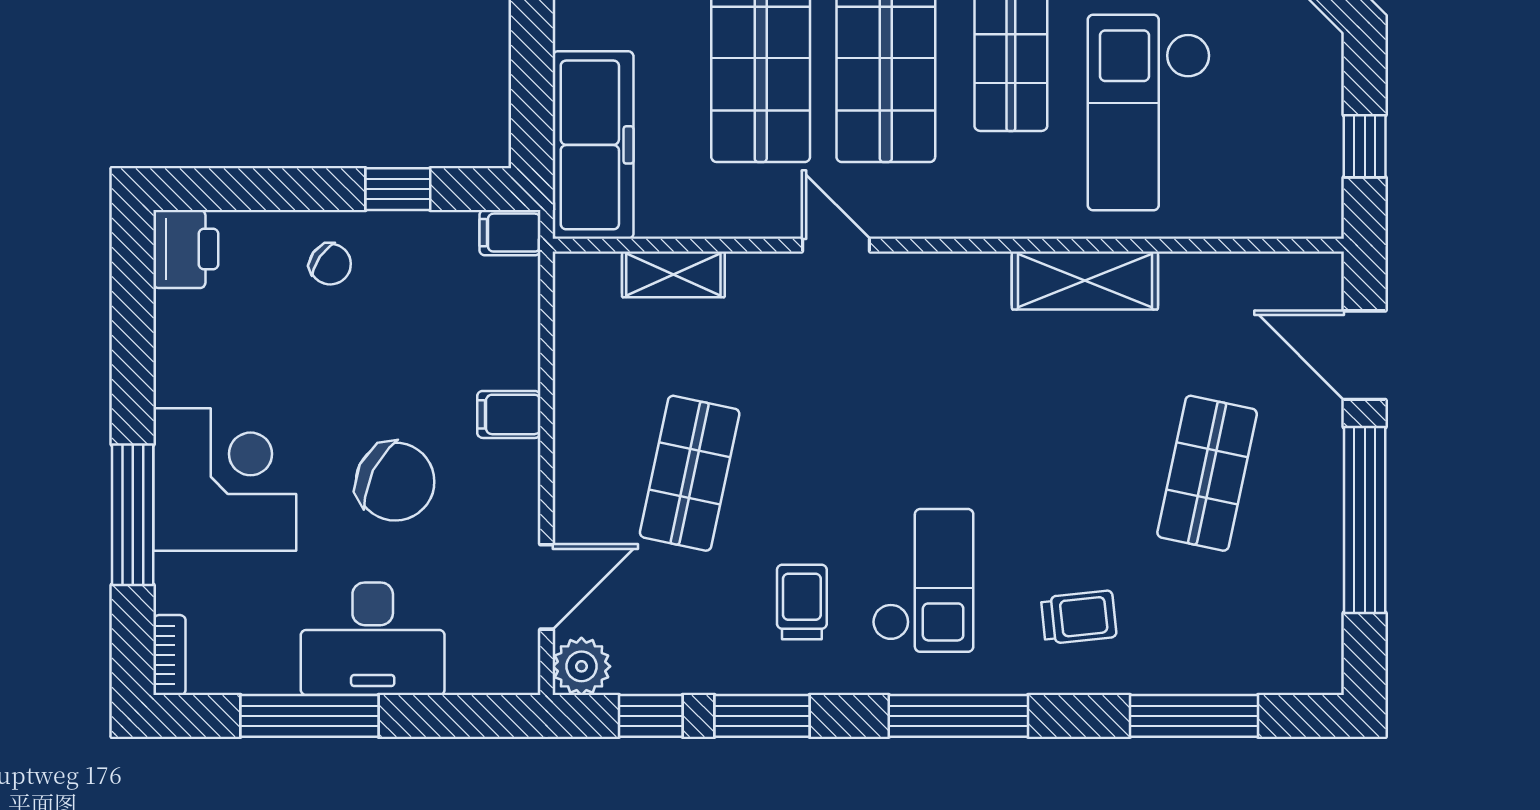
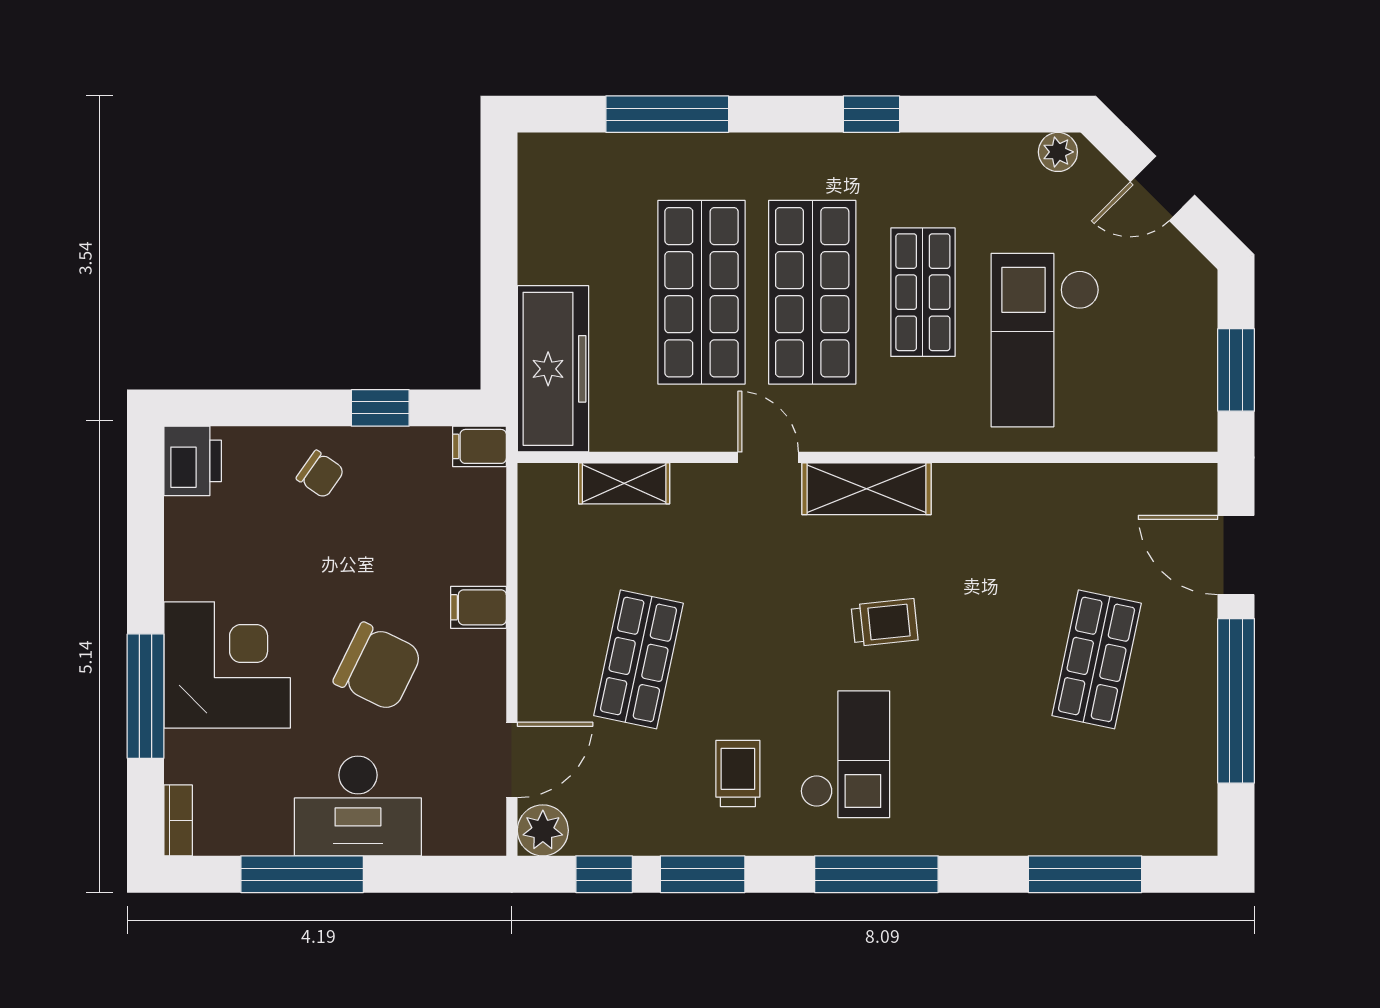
window: (1365, 146) -> (1236, 370), width x1.50
shelving: (1085, 280) -> (866, 489), moved
trolley: (1079, 617) -> (885, 622), moved

